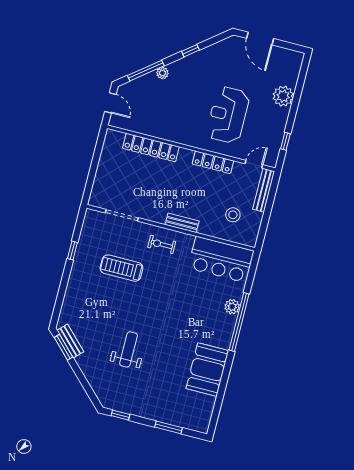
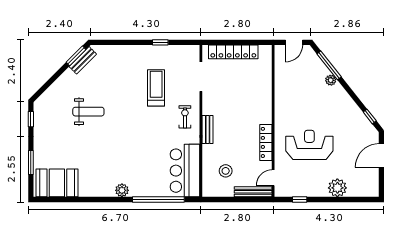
window: (190, 51) -> (370, 116), moved
locker: (151, 148) -> (233, 52), moved, turned -90
door: (254, 164) -> (273, 178), swing flipped
plant: (232, 307) -> (122, 190), moved
window: (239, 322) -> (158, 200), moved
booth: (207, 370) -> (57, 183), moved

